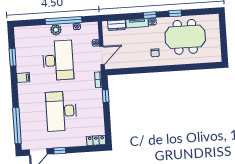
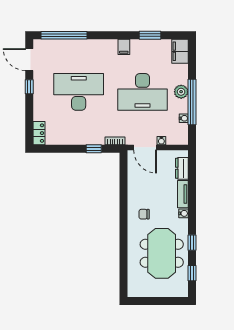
window: (150, 15) -> (192, 273), moved
filing cabinet: (24, 33) -> (180, 51), added

